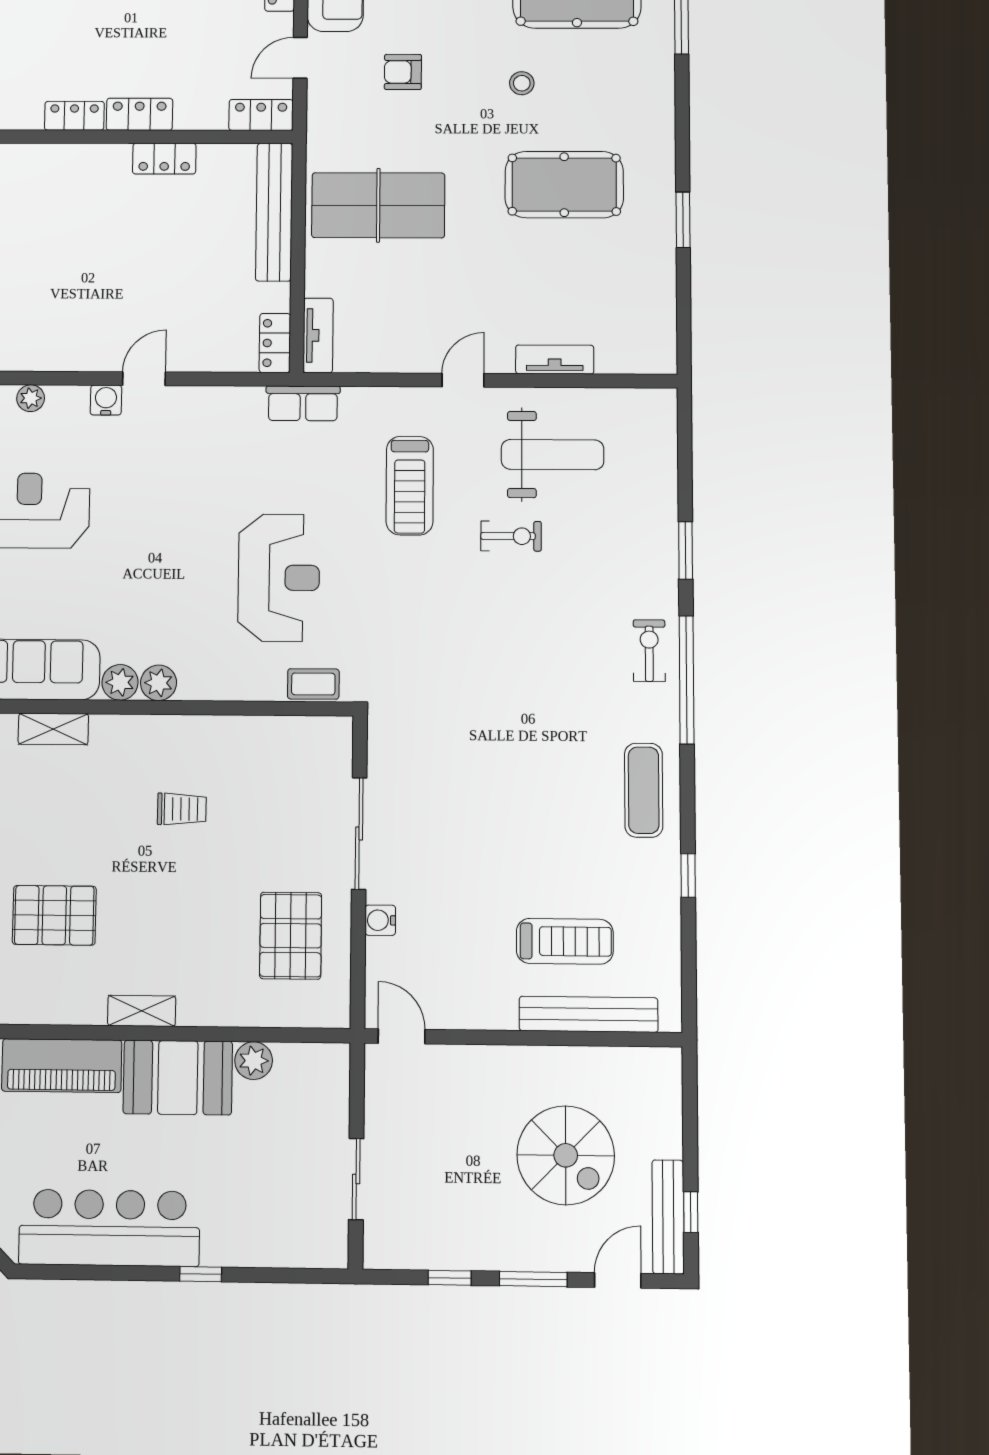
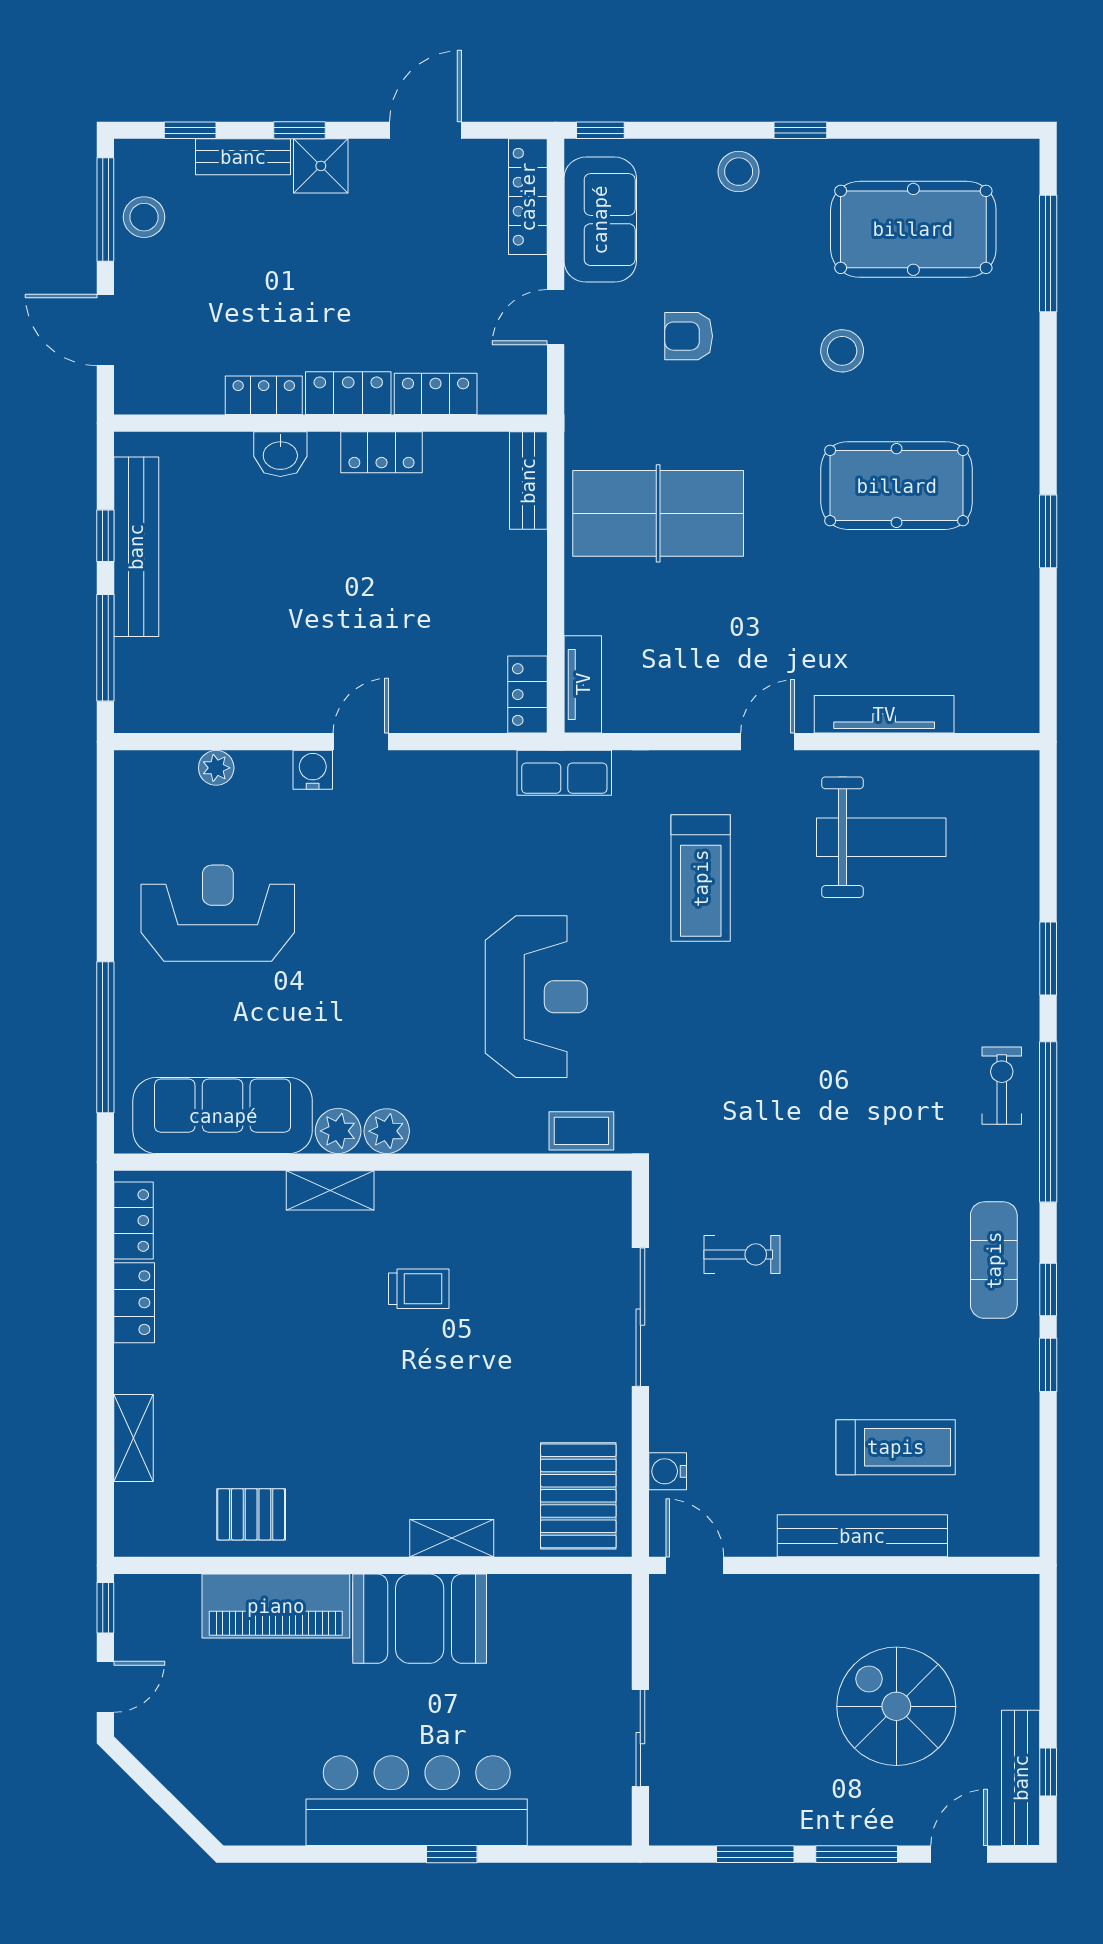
stool: (522, 83) -> (842, 351), width x1.37, depth x1.37
locker: (261, 115) -> (436, 394), moved
washbasin: (86, 160) -> (280, 454), added
bench: (274, 212) -> (528, 481), width x0.54, depth x0.82
tv unit: (555, 359) -> (884, 714), width x1.41
exercise bike: (511, 536) -> (742, 1254), moved
shelving: (53, 729) -> (330, 1190), moved
window: (688, 814) -> (1048, 1289), added
pallet: (54, 915) -> (251, 1514), moved, width x0.67, depth x0.71
water cooler: (380, 920) -> (668, 1471), moved
pallet: (291, 936) -> (578, 1496), moved
shelving: (142, 1011) -> (452, 1538), moved
bench: (589, 1014) -> (862, 1536), moved
plant: (254, 1061) -> (513, 1597), removed
spiral stairs: (566, 1155) -> (896, 1706), turned 180
bar counter: (109, 1228) -> (417, 1801), moved
window: (450, 1278) -> (755, 1854), width x1.50

